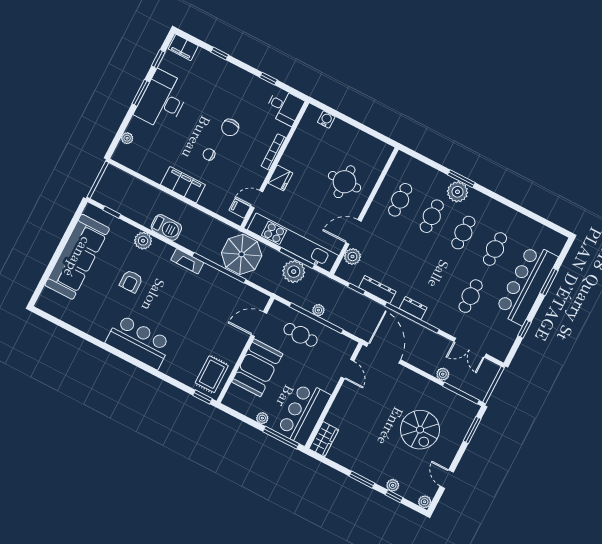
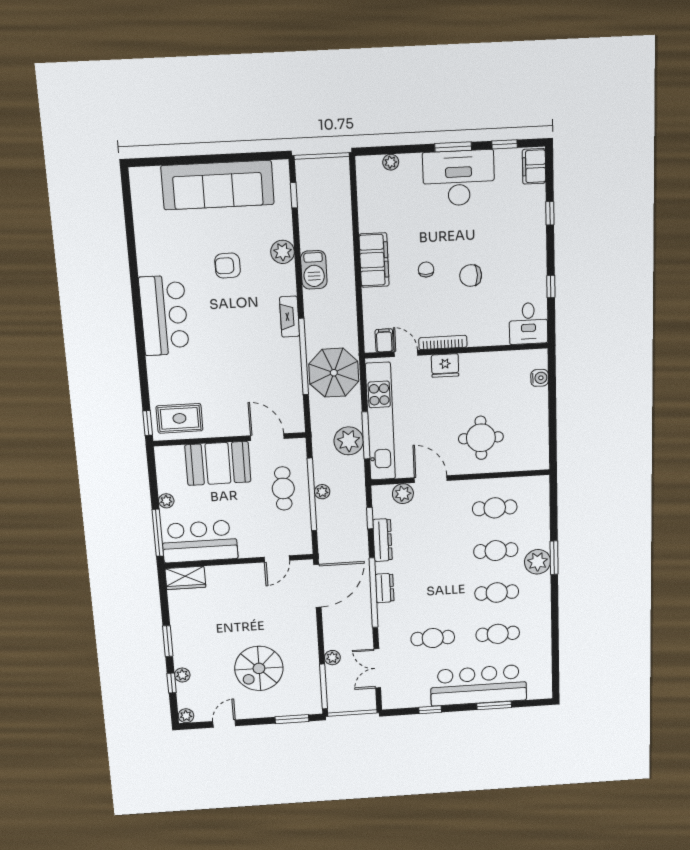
bookcase: (274, 152) -> (443, 342), moved

